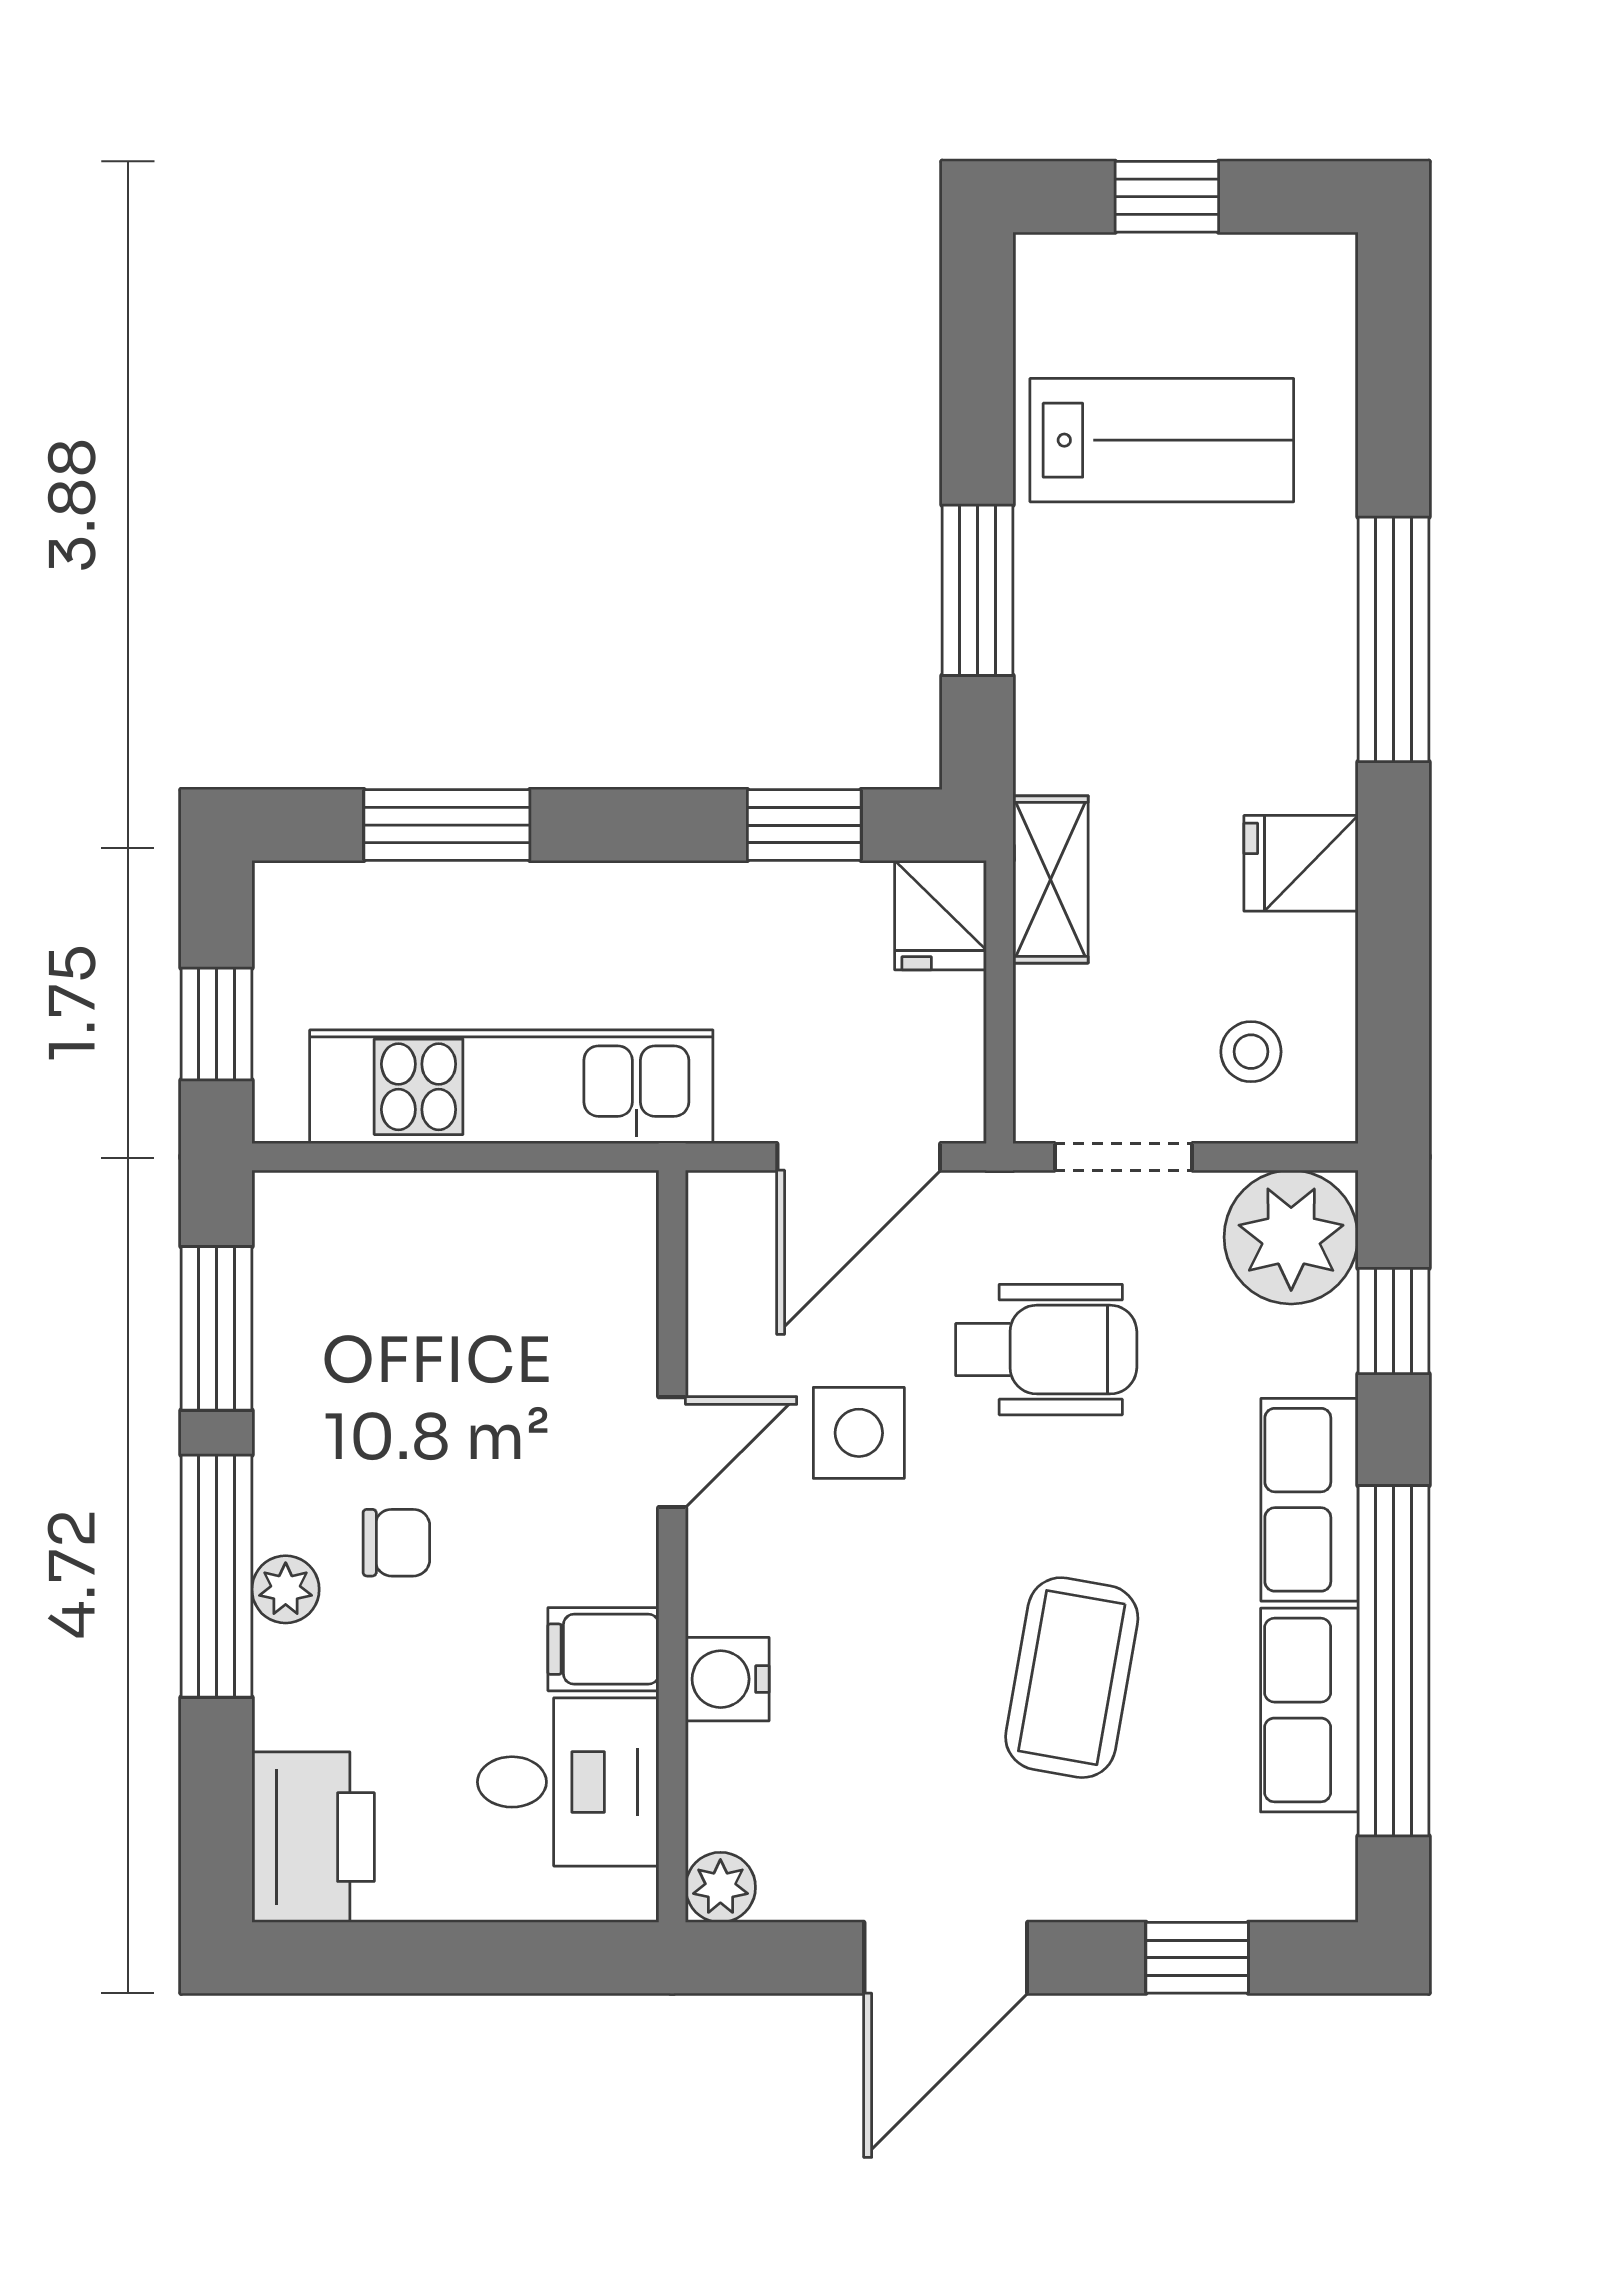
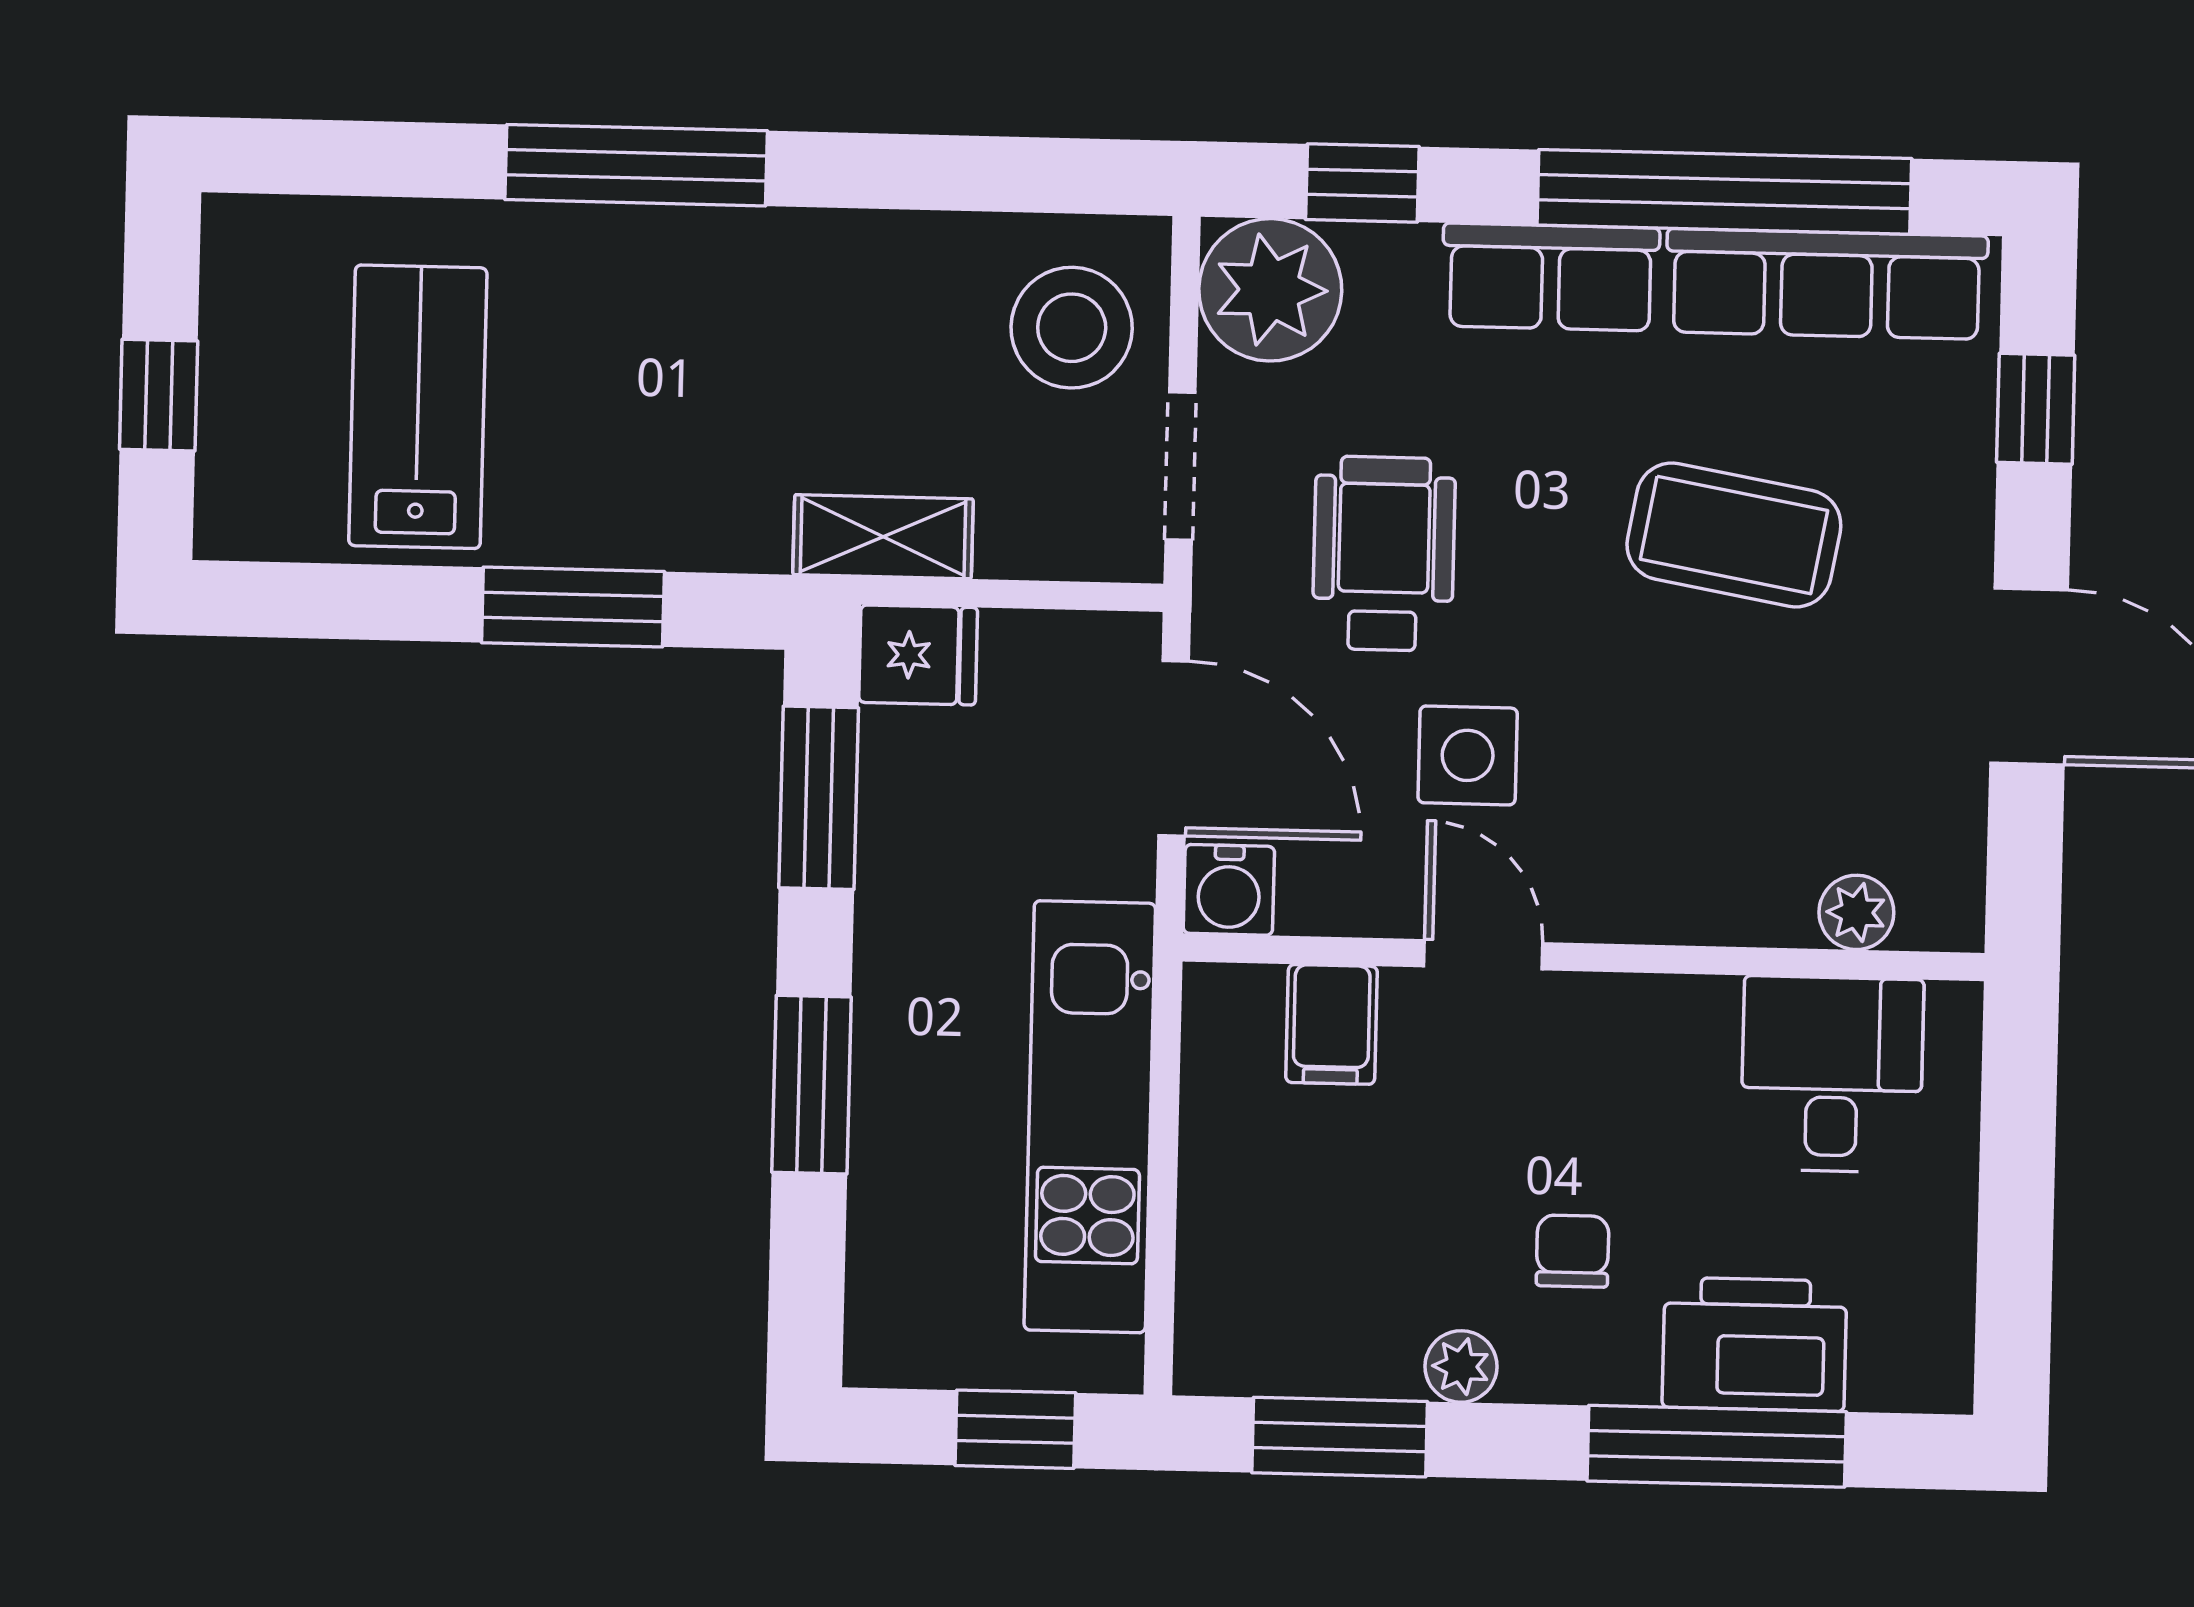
window: (447, 825) -> (812, 1085), moved
window: (804, 825) -> (819, 798), width x1.50
fridge: (1301, 863) -> (872, 270), removed
stool: (1251, 1052) -> (1072, 328), width x1.89, depth x1.89
window: (216, 1576) -> (1717, 1446), moved
plant: (286, 1589) -> (1461, 1366), moved
filing cabinet: (603, 1649) -> (1332, 1024), moved
water cooler: (727, 1679) -> (1229, 890), moved
row of seats: (1309, 1710) -> (1827, 284), width x1.48
printer: (313, 1837) -> (1755, 1344), moved
plant: (720, 1887) -> (1856, 912), moved

